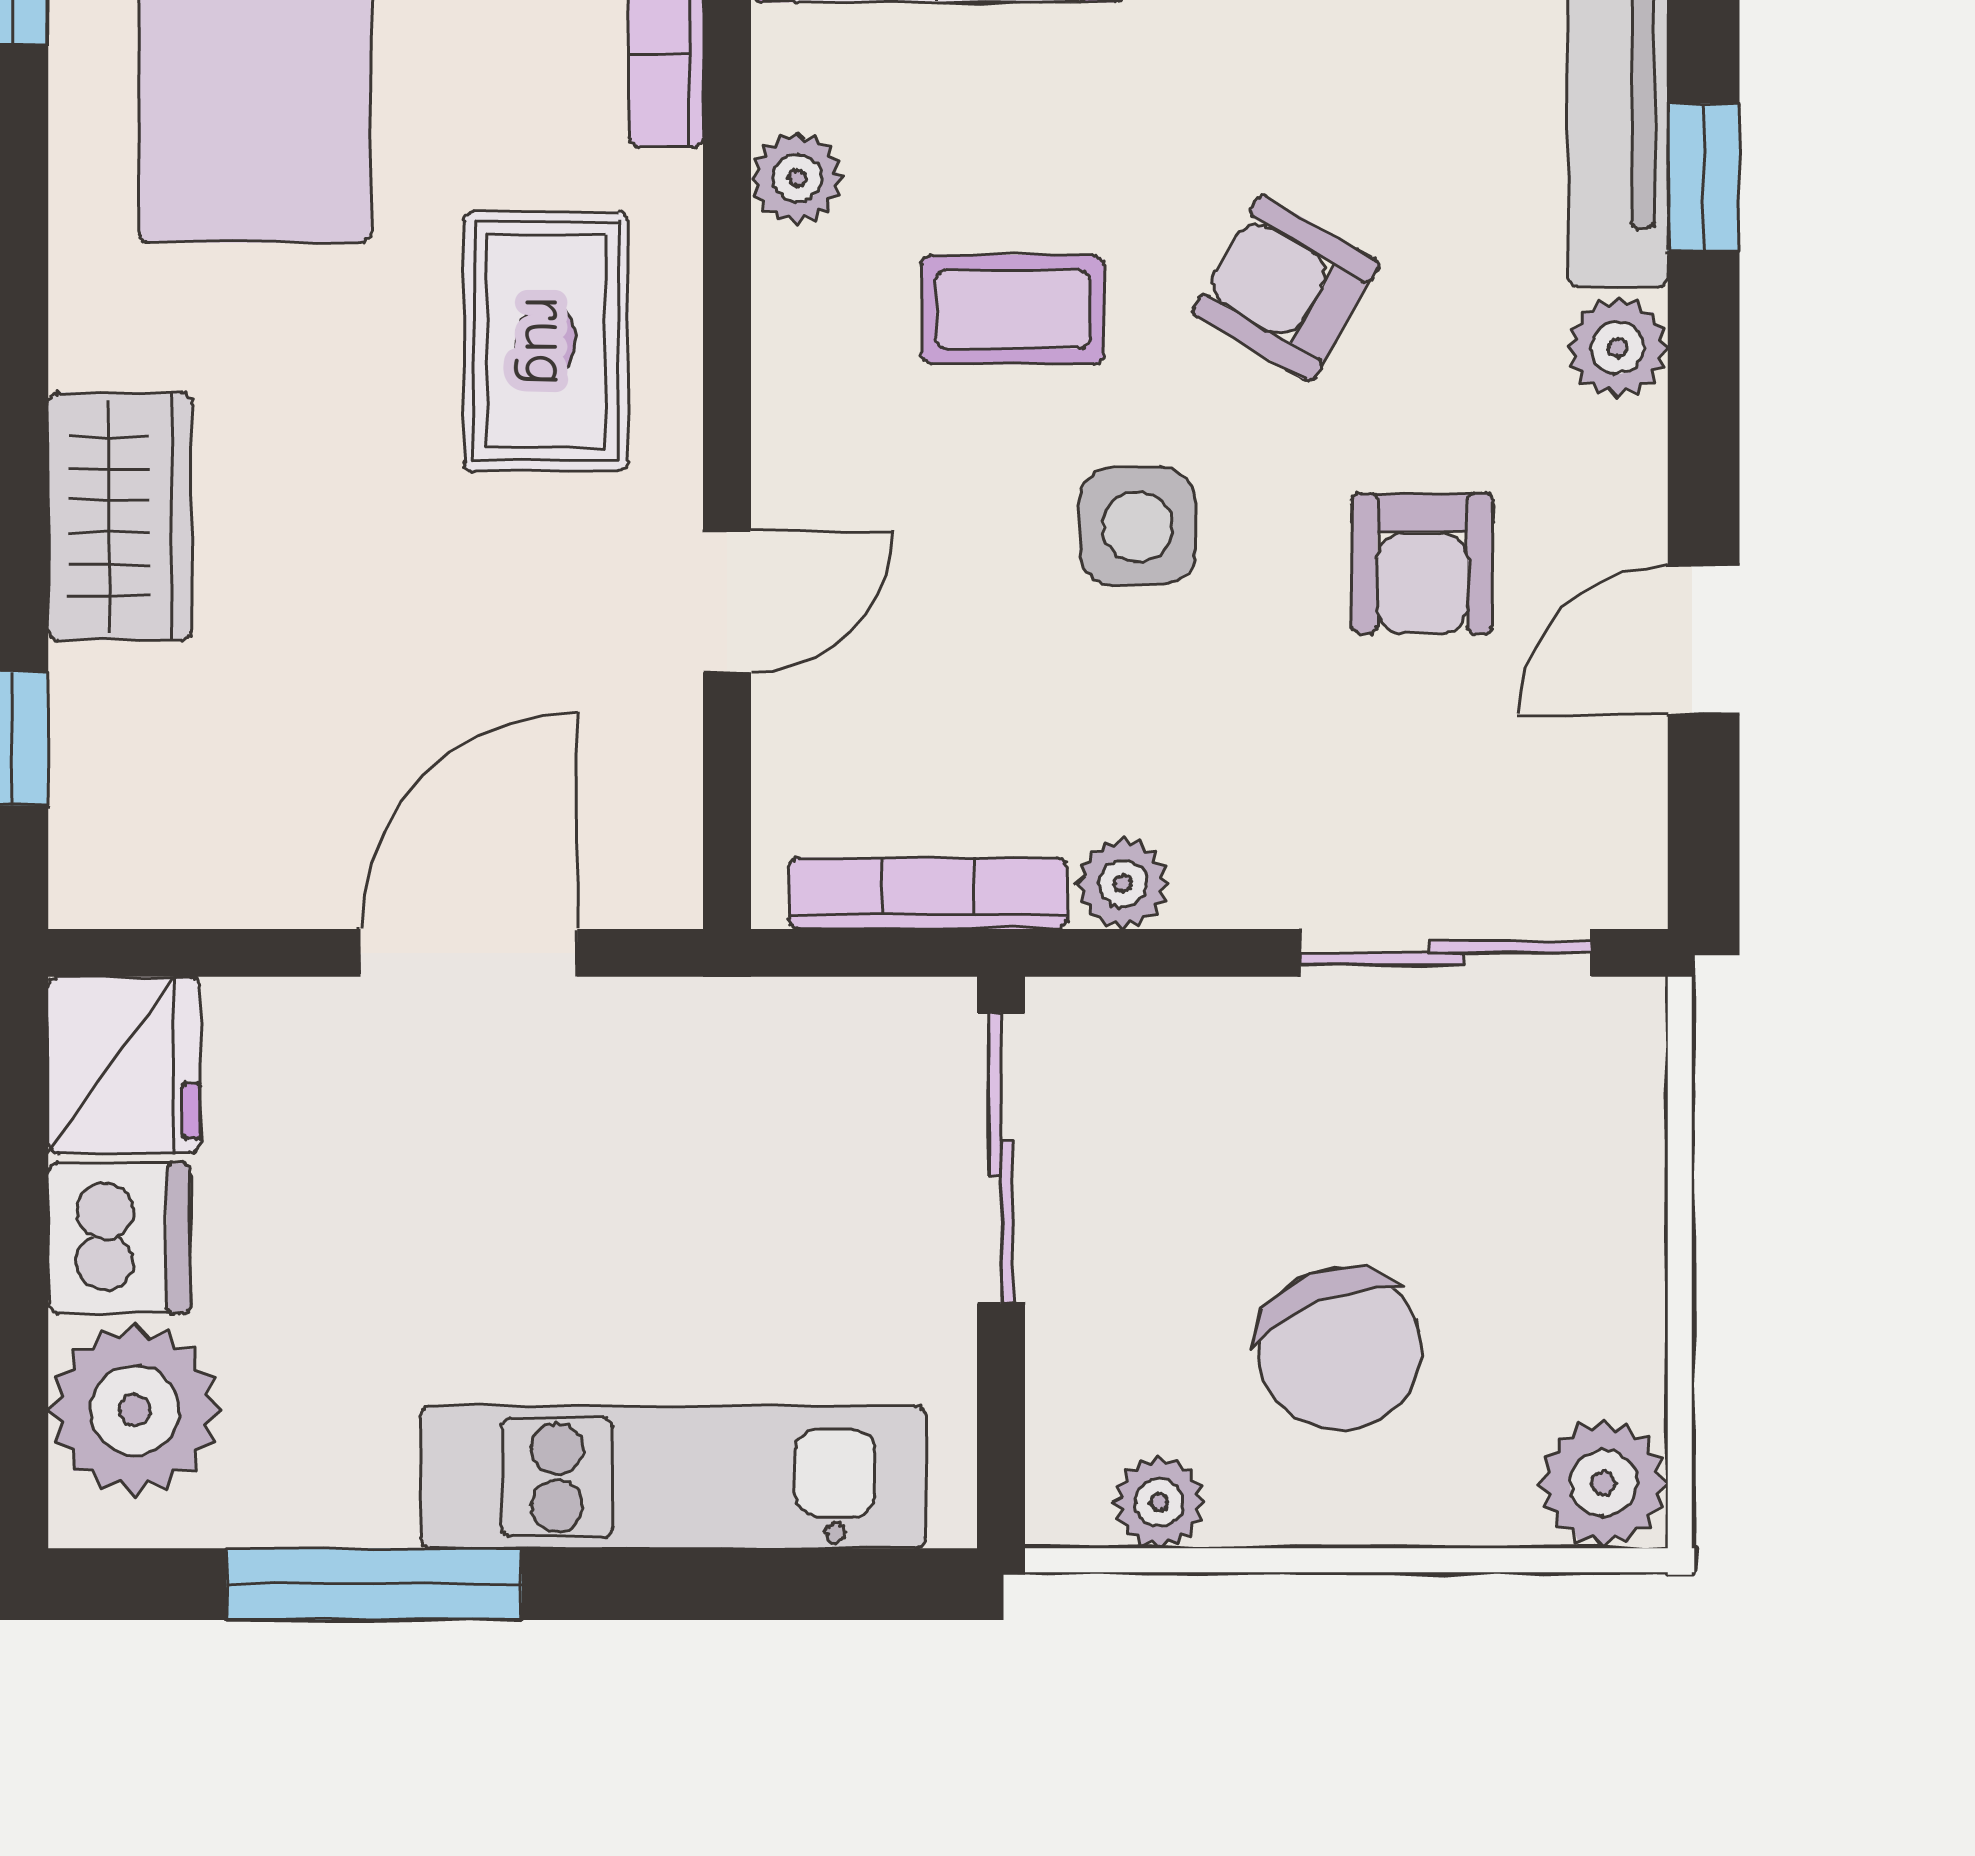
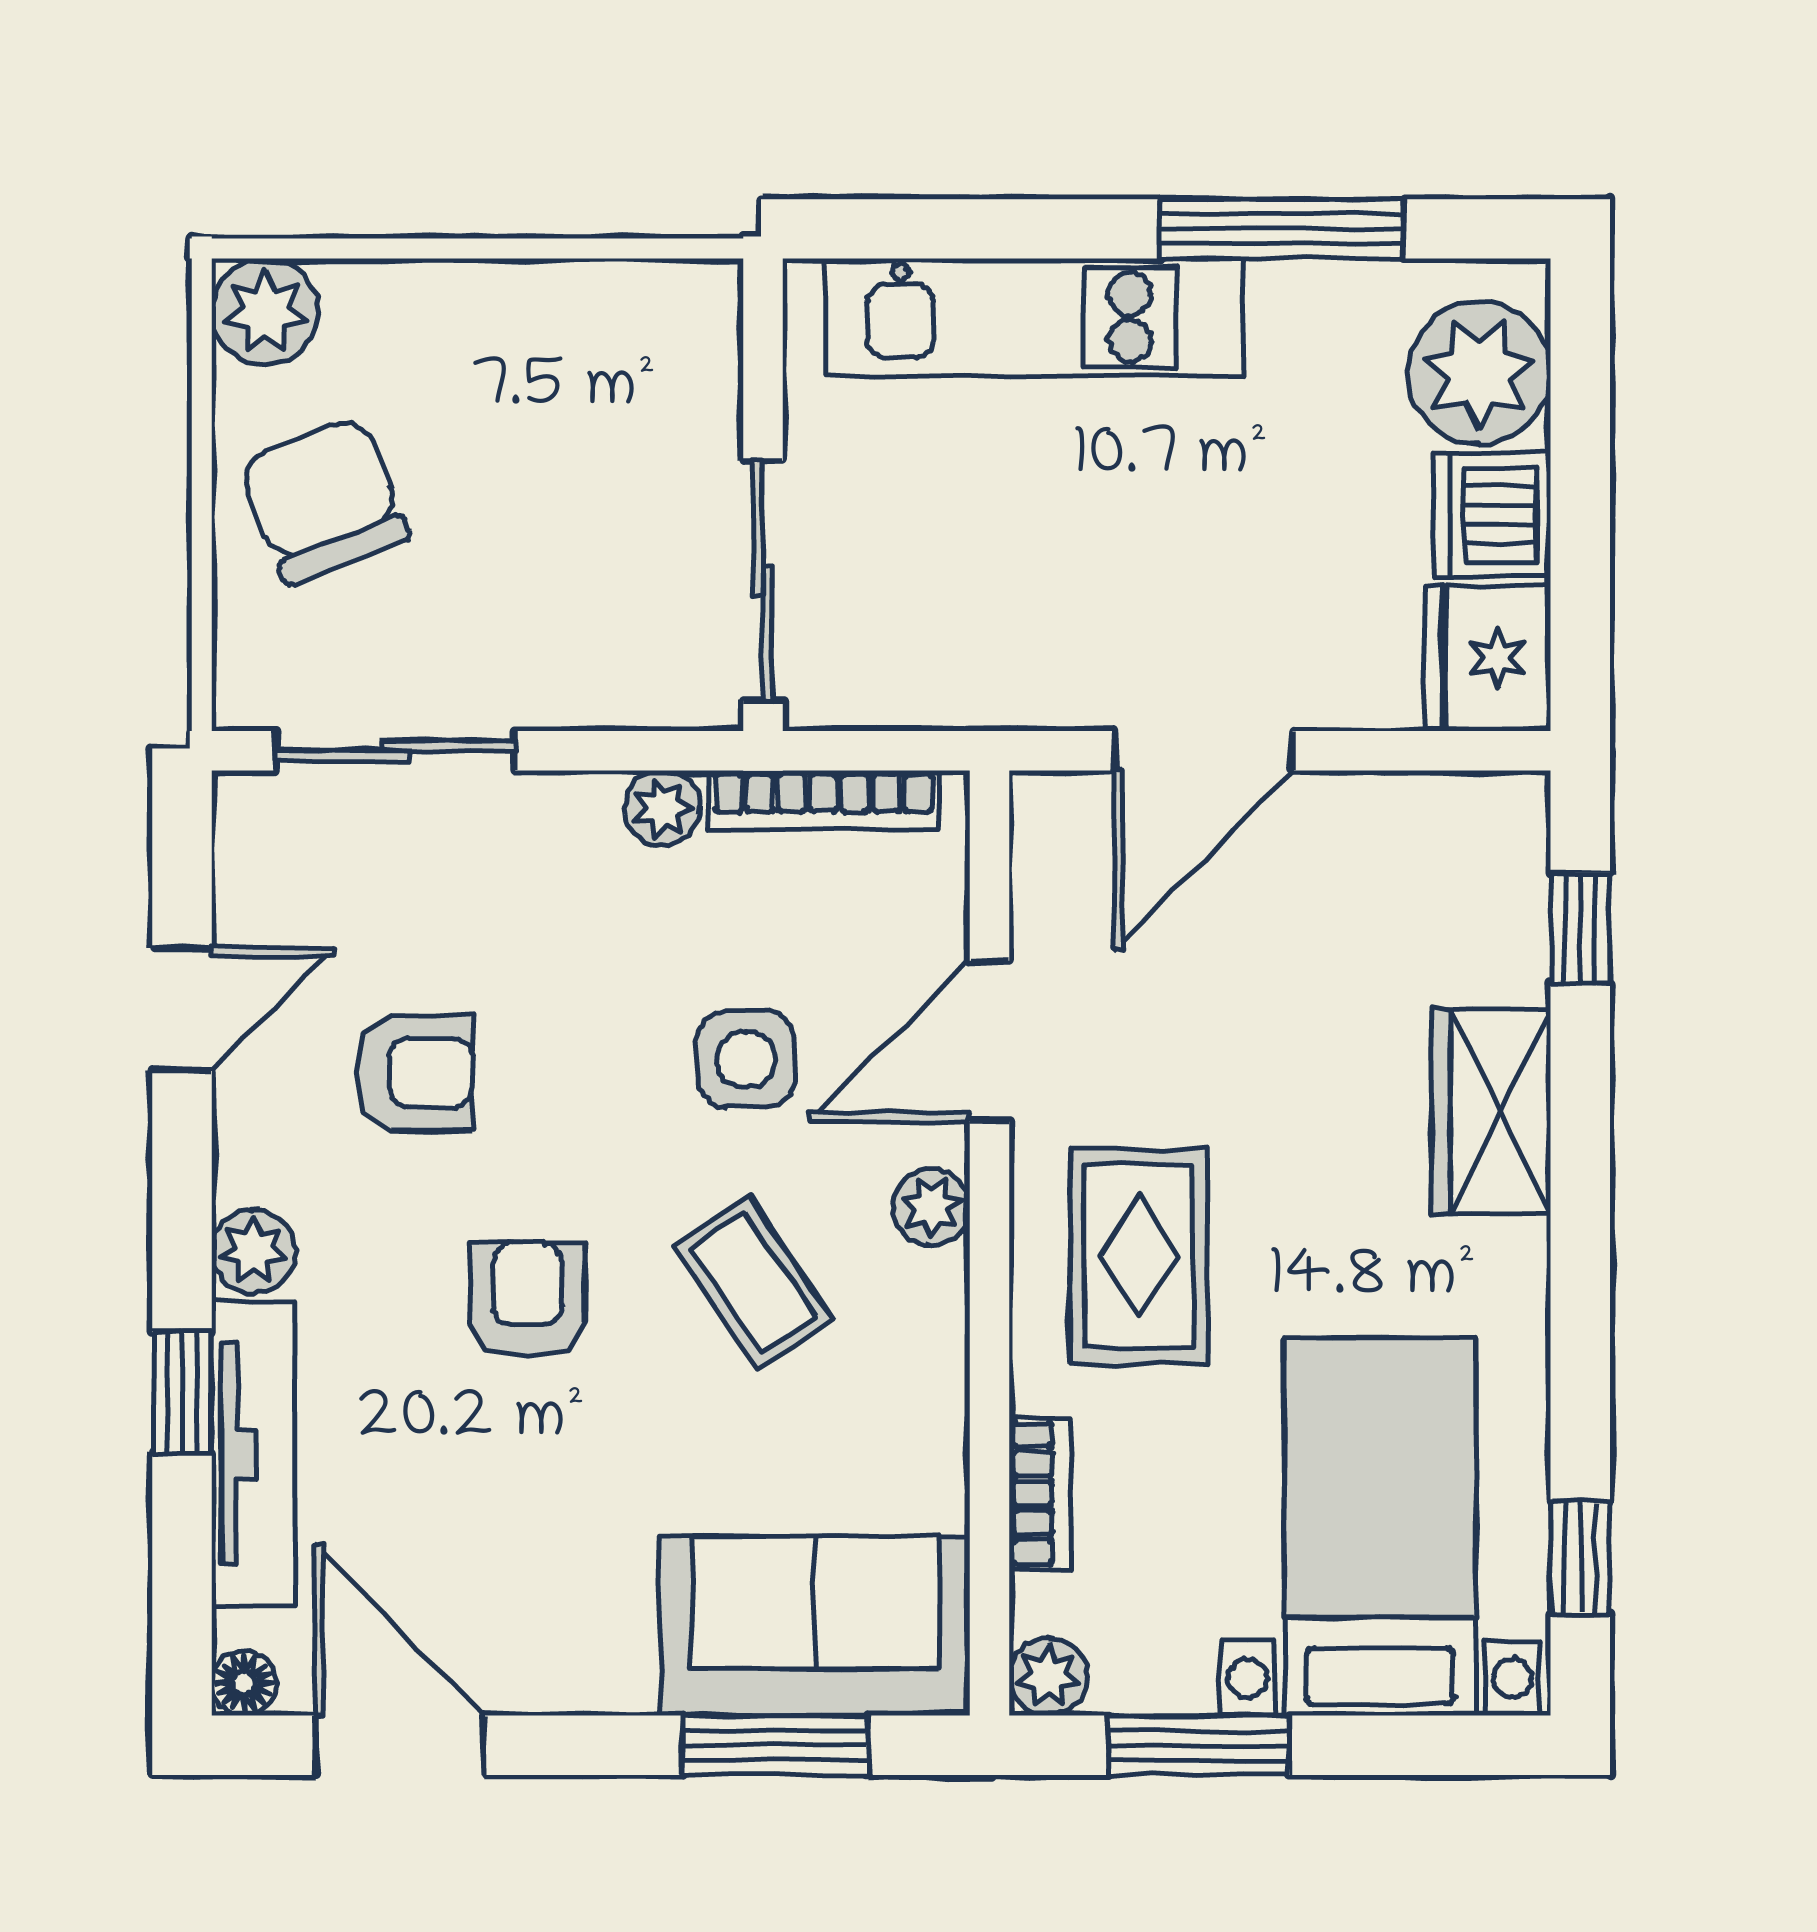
plant: (797, 178) -> (932, 1207), moved
armchair: (1286, 288) -> (528, 1300), turned -120
coffee table: (1013, 309) -> (753, 1283), turned 56
side table: (1138, 527) -> (746, 1059), moved
armchair: (1422, 563) -> (415, 1073), turned 90
door: (727, 601) -> (989, 1041), width x1.37
chair: (1339, 1349) -> (324, 500), moved
plant: (1159, 1502) -> (632, 296), removed

